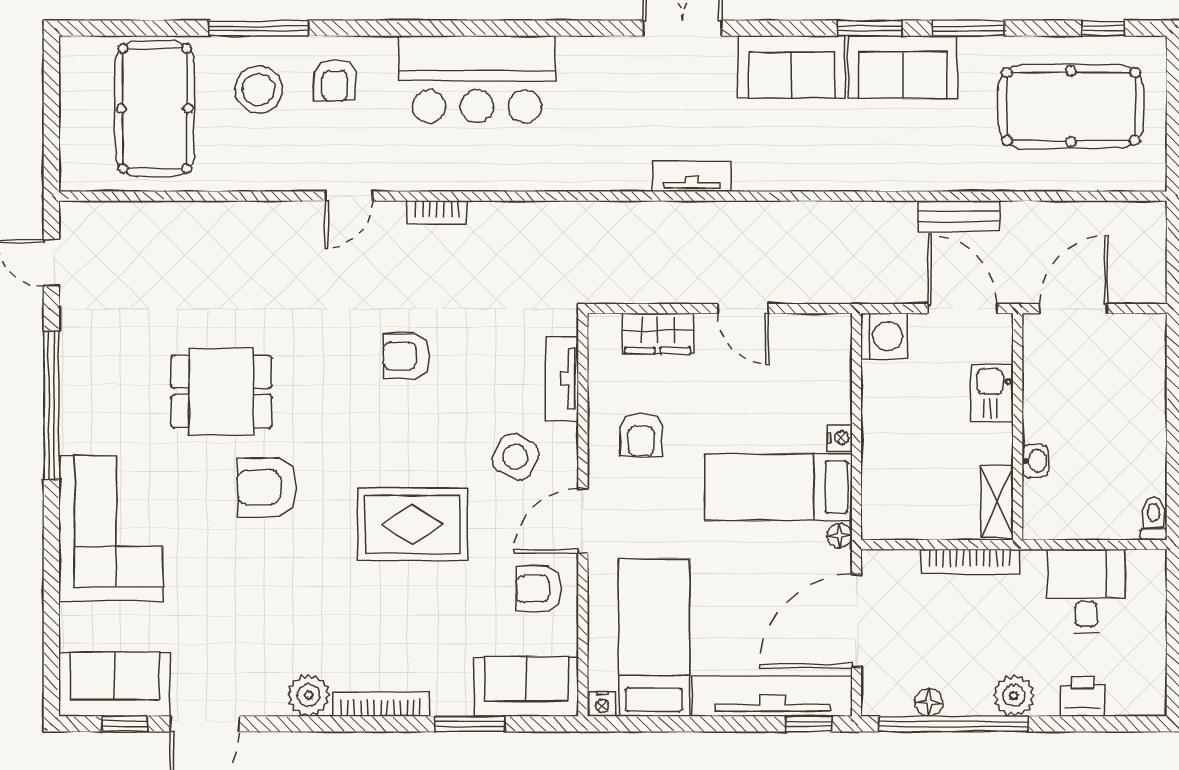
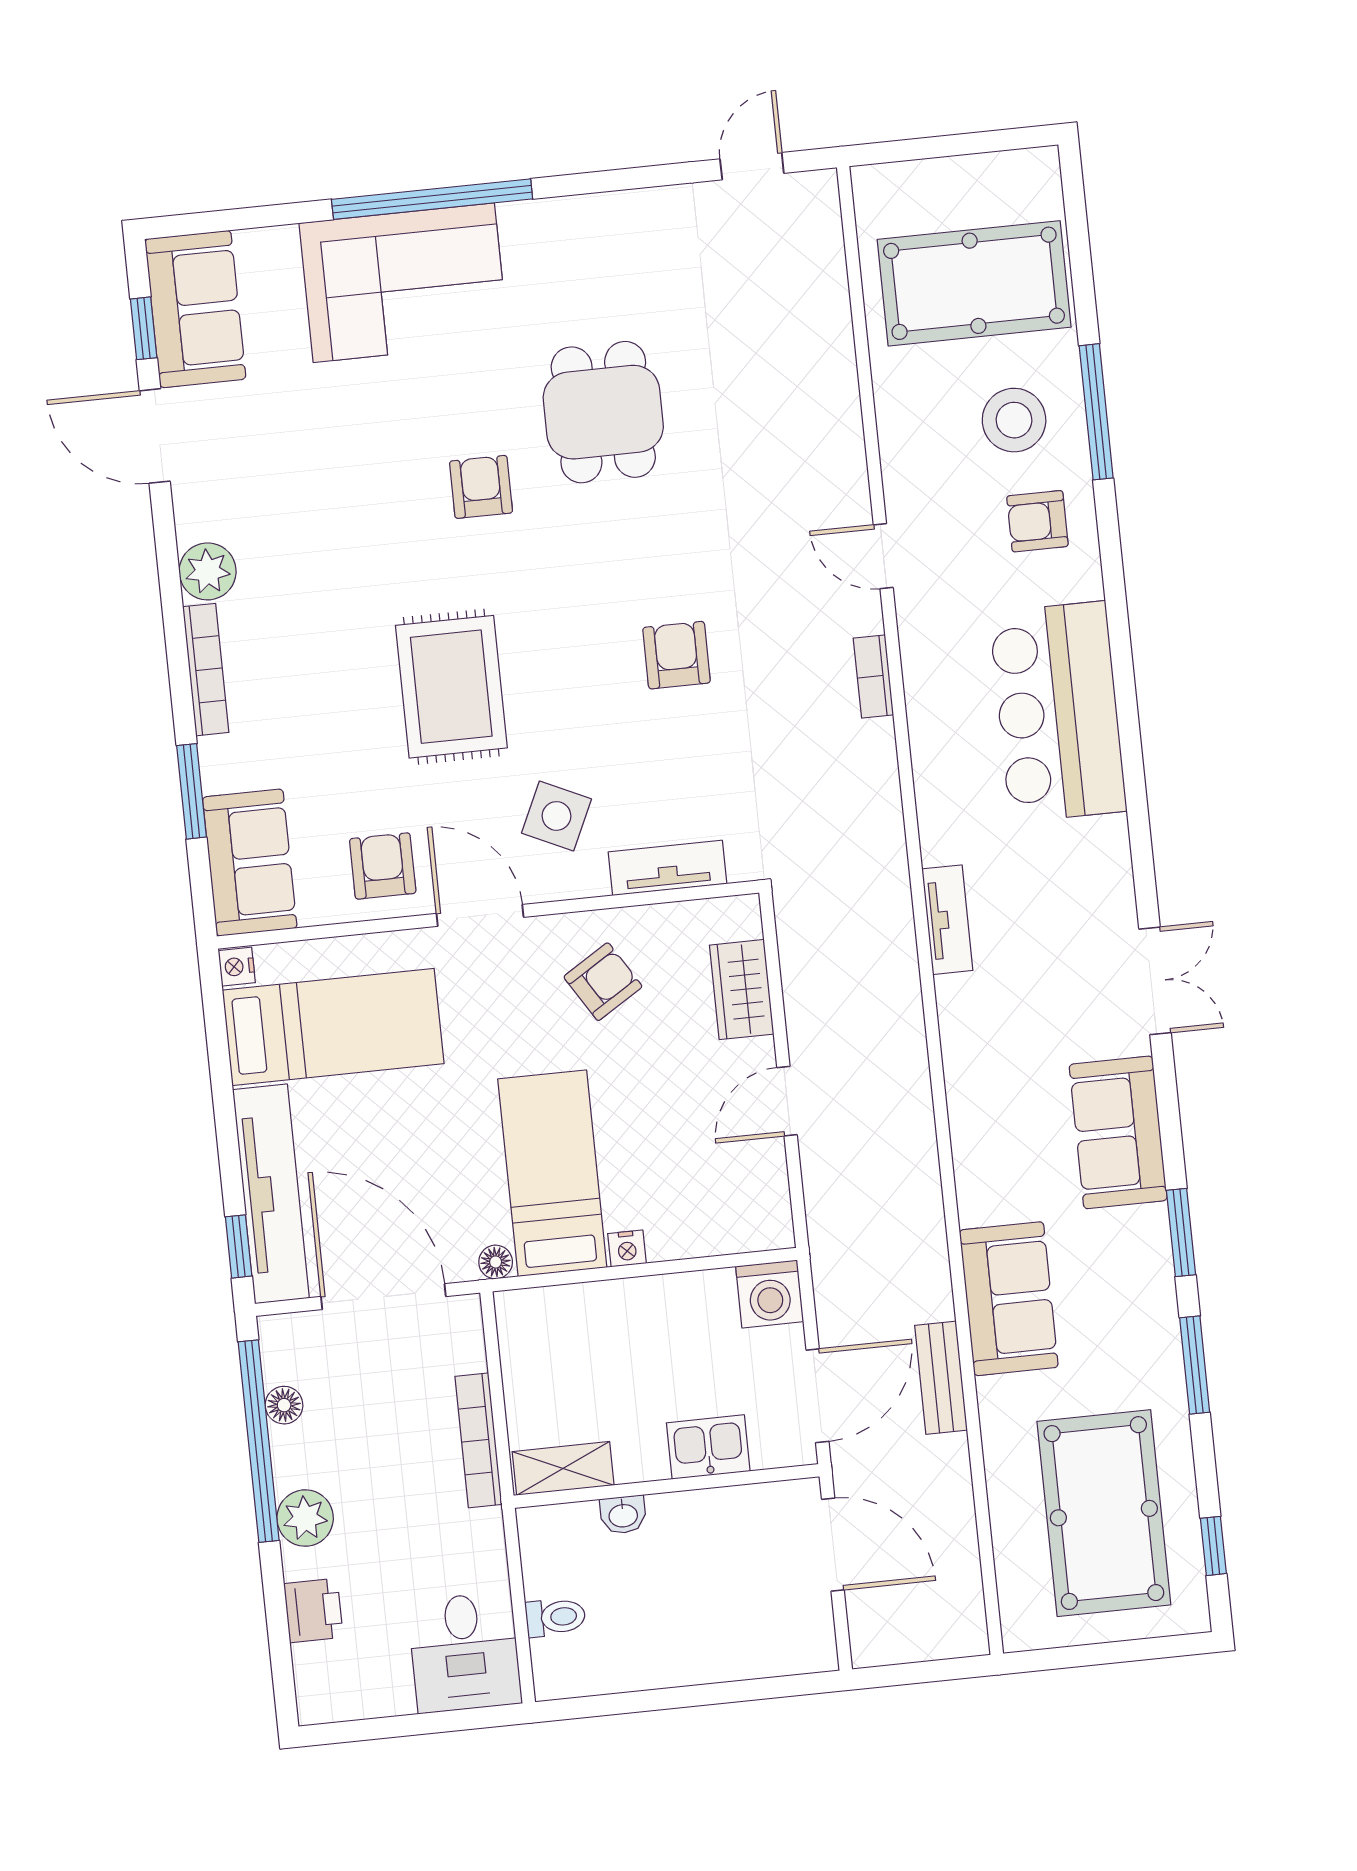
sofa: (903, 67) -> (1009, 1299), moved, turned 180
tv unit: (692, 177) -> (947, 920), moved
window: (51, 405) -> (432, 199), moved
armchair: (641, 435) -> (603, 982), turned 148
armchair: (267, 487) -> (481, 487), width x0.72, depth x0.72
toilet: (1154, 519) -> (555, 1617), moved
desk: (1086, 591) -> (465, 1652), moved, turned 90

